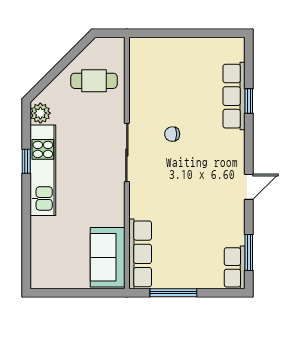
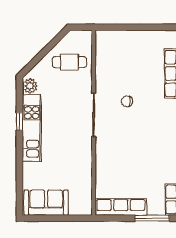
row of seats: (140, 254) -> (121, 207), moved, turned -90
sofa: (108, 257) -> (46, 203), moved, turned 90
window: (173, 293) -> (152, 218), moved

